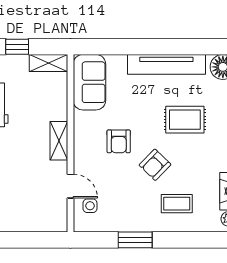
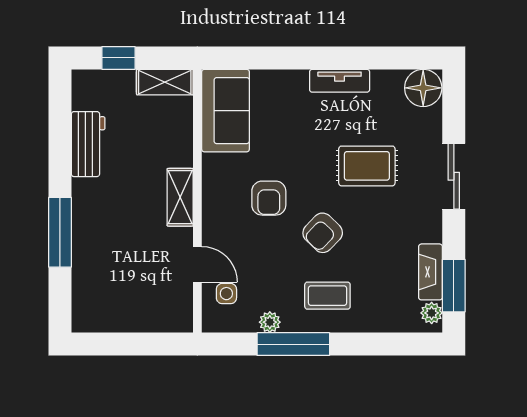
tv unit: (166, 64) -> (340, 81), width x0.52, depth x0.78
coffee table: (177, 204) -> (327, 296), moved
plant: (119, 225) -> (270, 322), added
window: (135, 240) -> (293, 344), width x1.44

